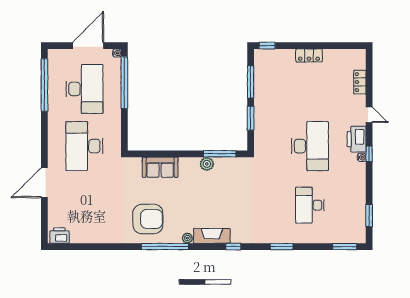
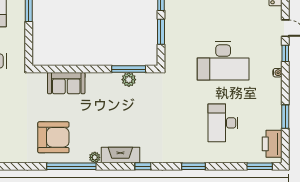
printer: (357, 139) -> (272, 144), moved
desk: (310, 146) -> (223, 61), turned 90
window: (369, 154) -> (285, 53), moved
plant: (207, 164) -> (129, 80), moved
window: (369, 216) -> (285, 117), moved

